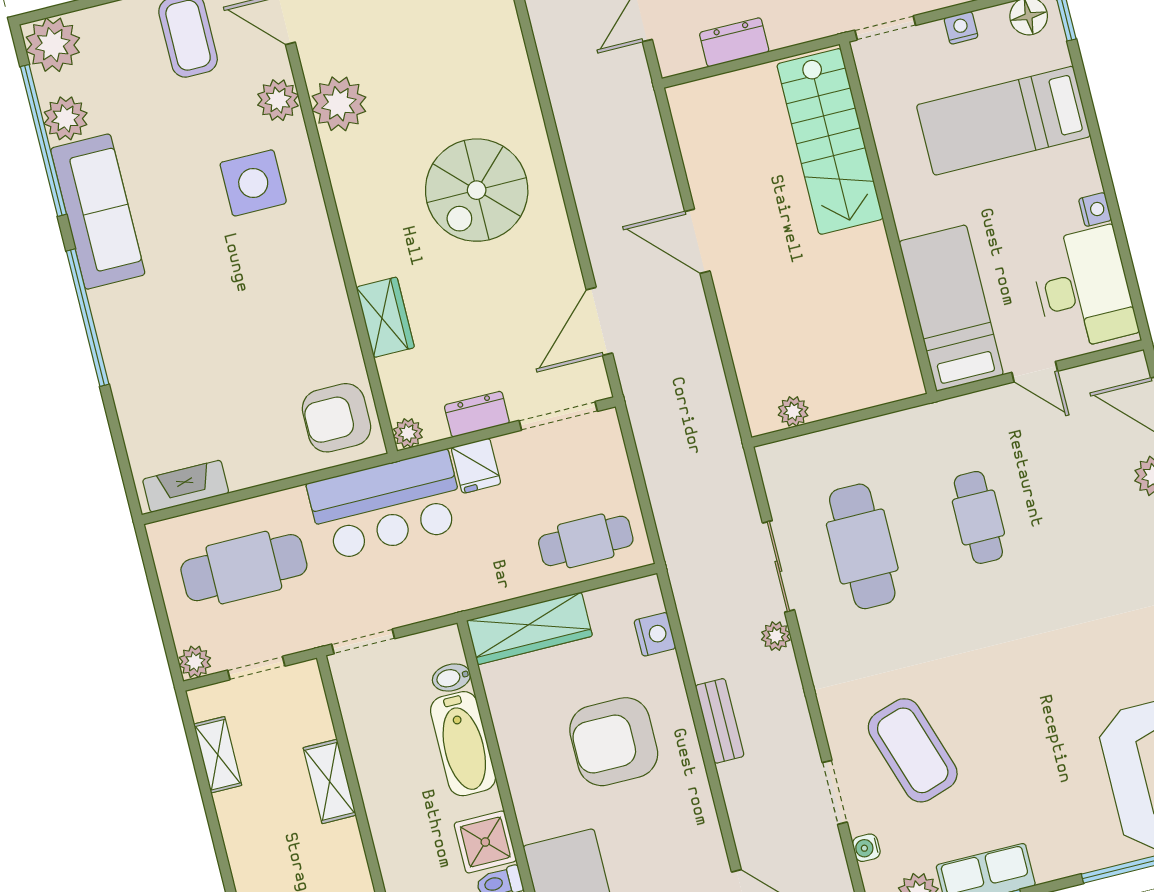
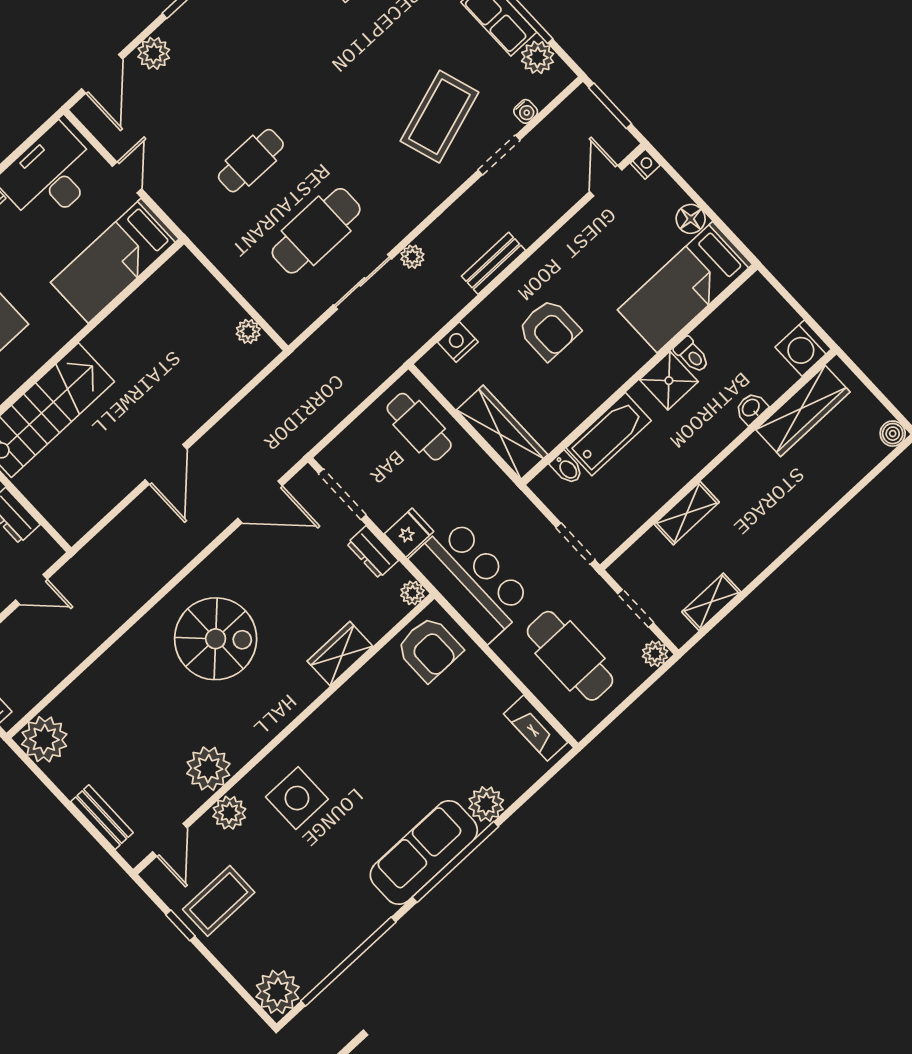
plant: (66, 118) -> (486, 804), moved
sofa: (98, 212) -> (424, 852), moved
armchair: (614, 742) -> (549, 329), width x0.73, depth x0.73

